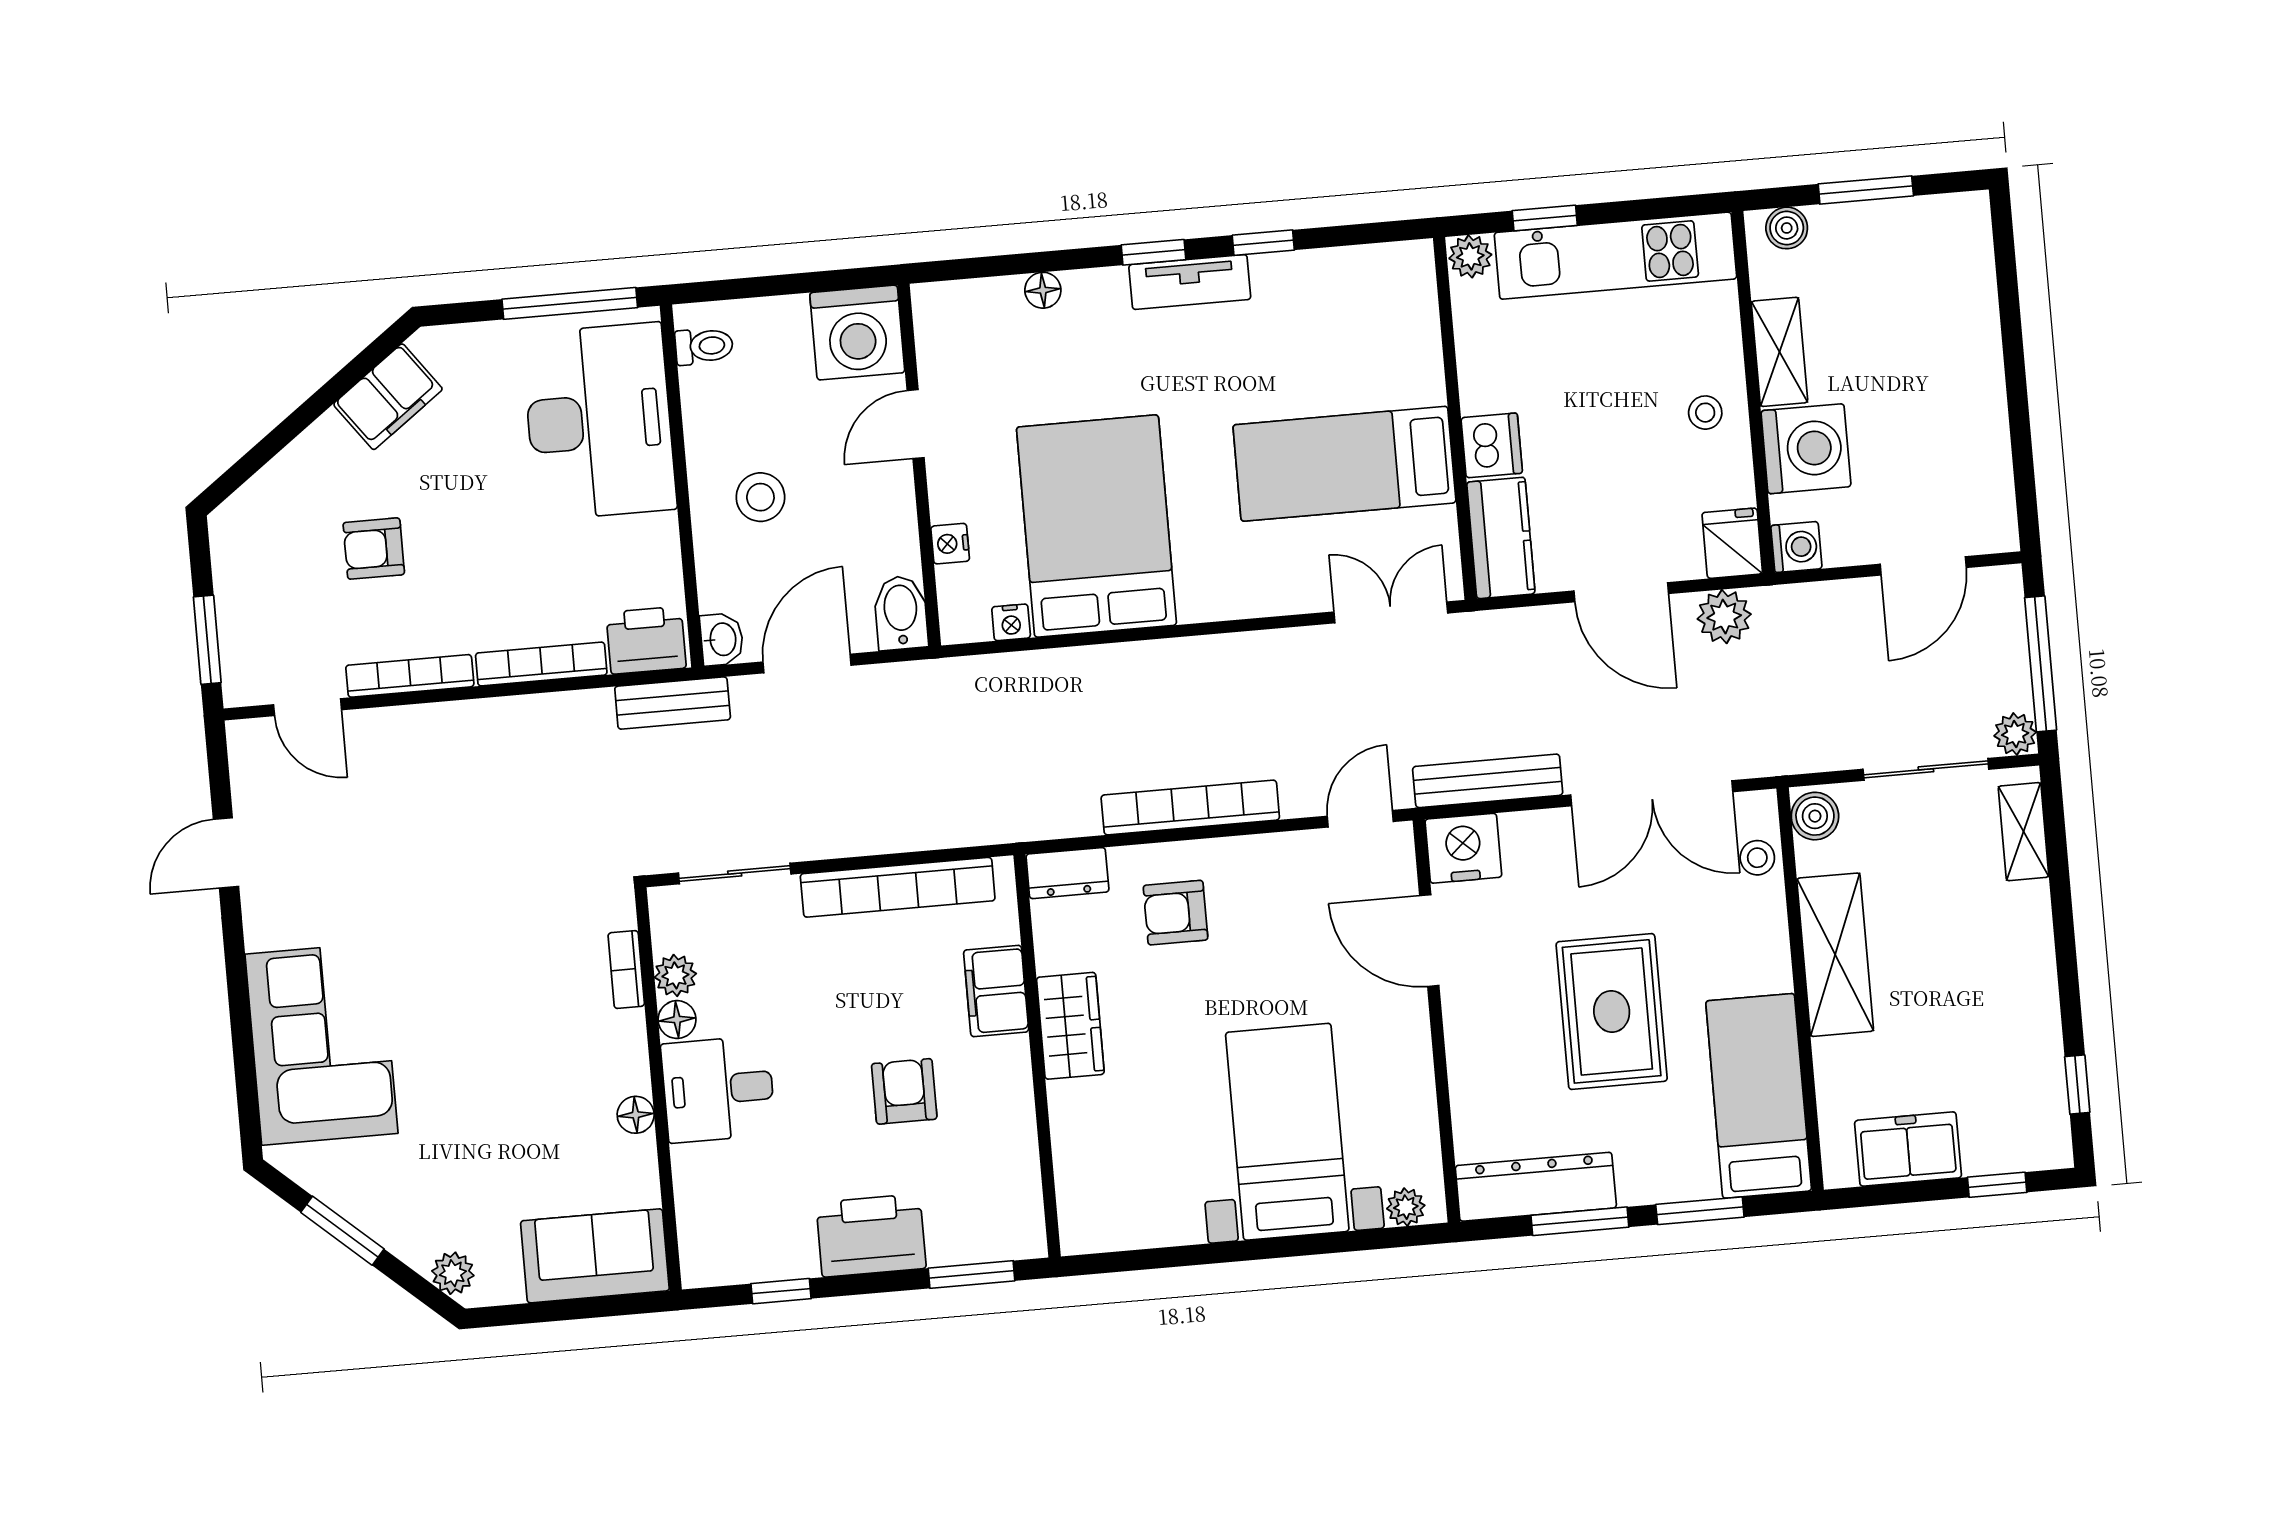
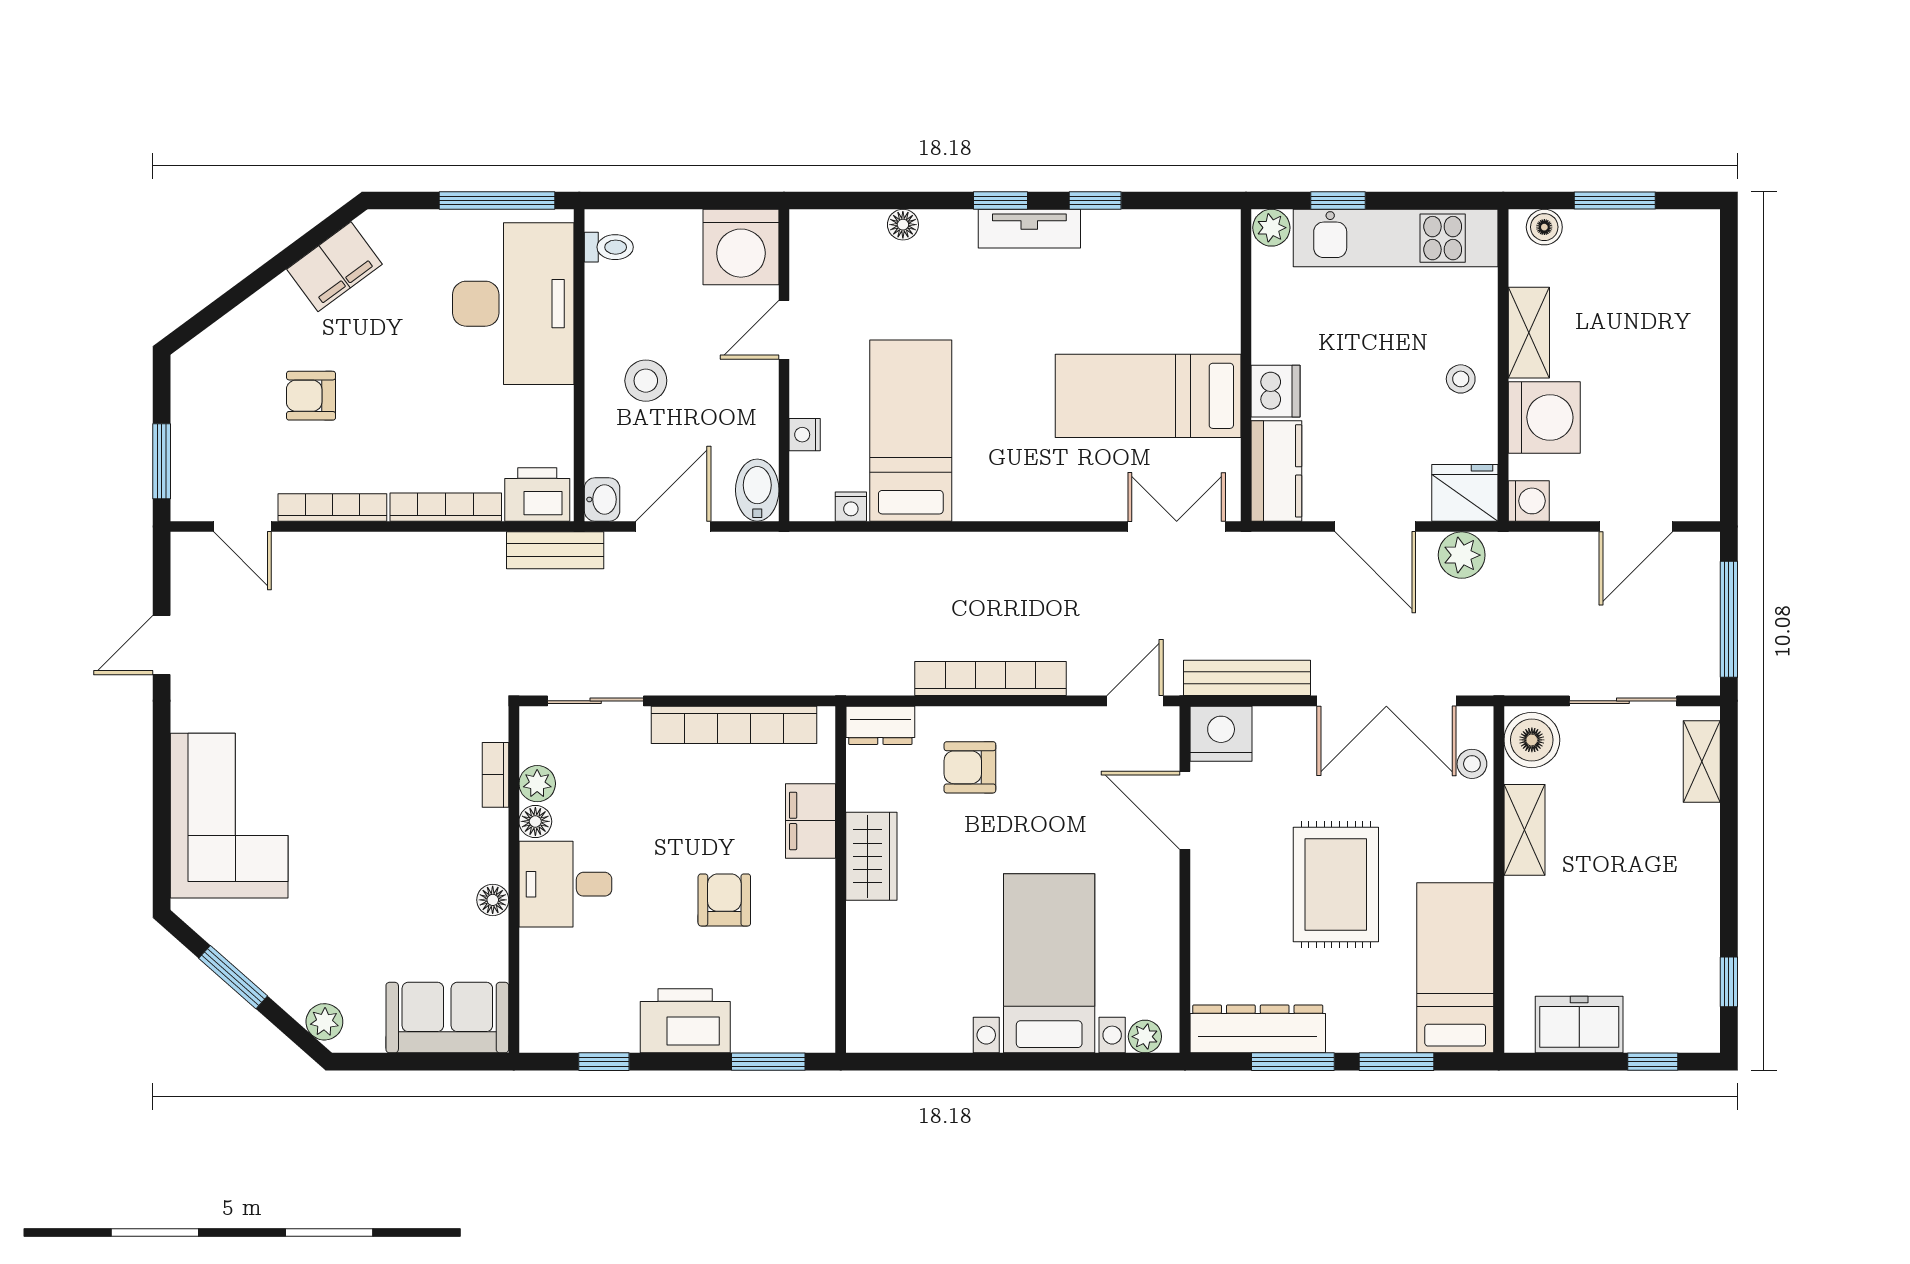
bed: (1096, 526) -> (911, 431), width x0.67
fridge: (1732, 543) -> (1465, 493), width x1.38
plant: (2015, 734) -> (1702, 677), removed
boiler: (1815, 816) -> (1532, 740), width x1.36, depth x1.36
shelving: (1835, 955) -> (1524, 830), width x0.67, depth x0.75

